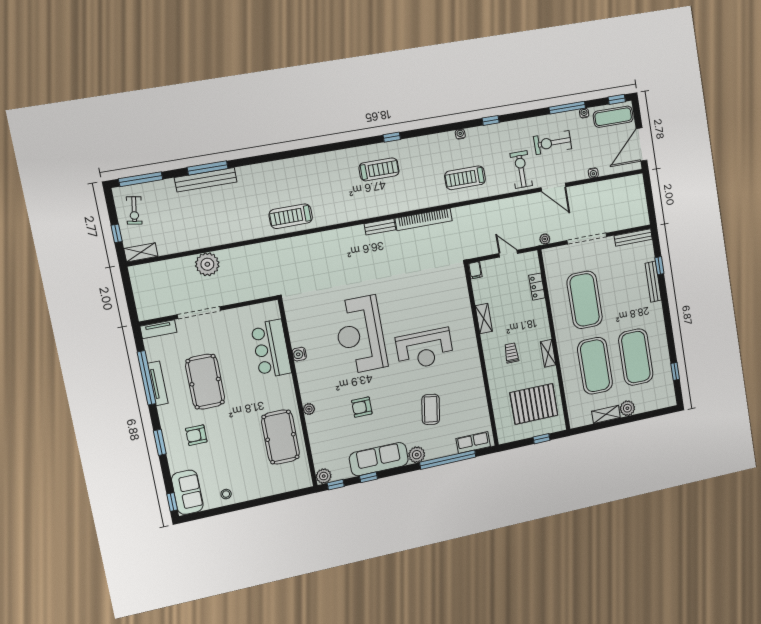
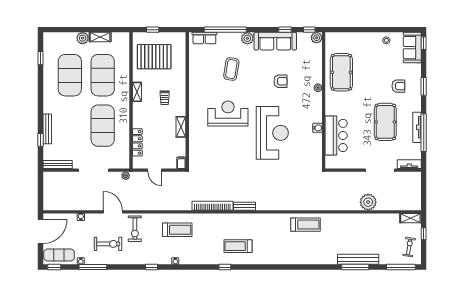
locker: (537, 287) -> (137, 142), width x1.53

